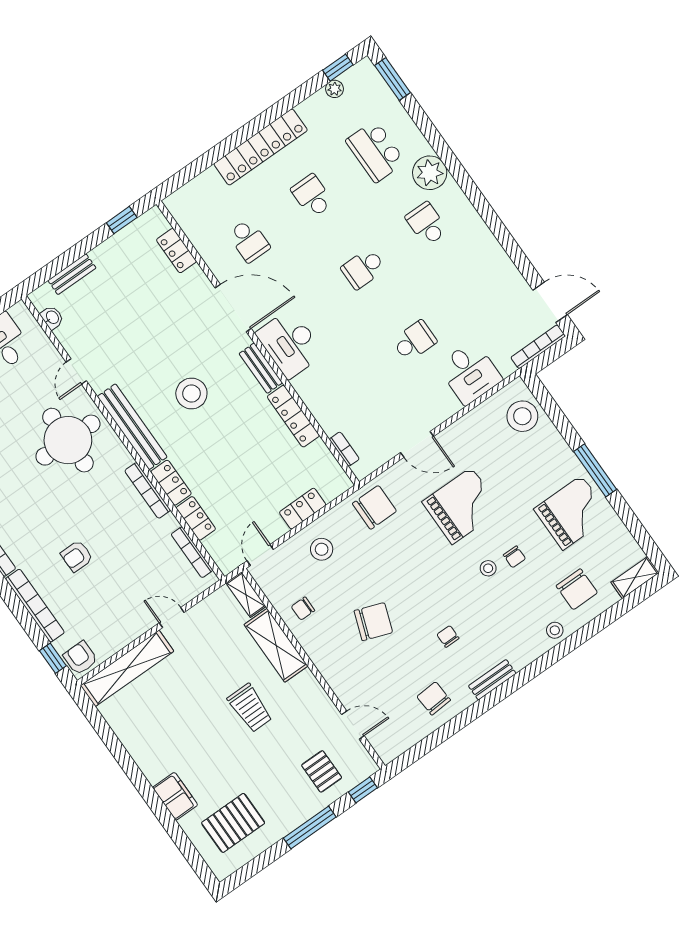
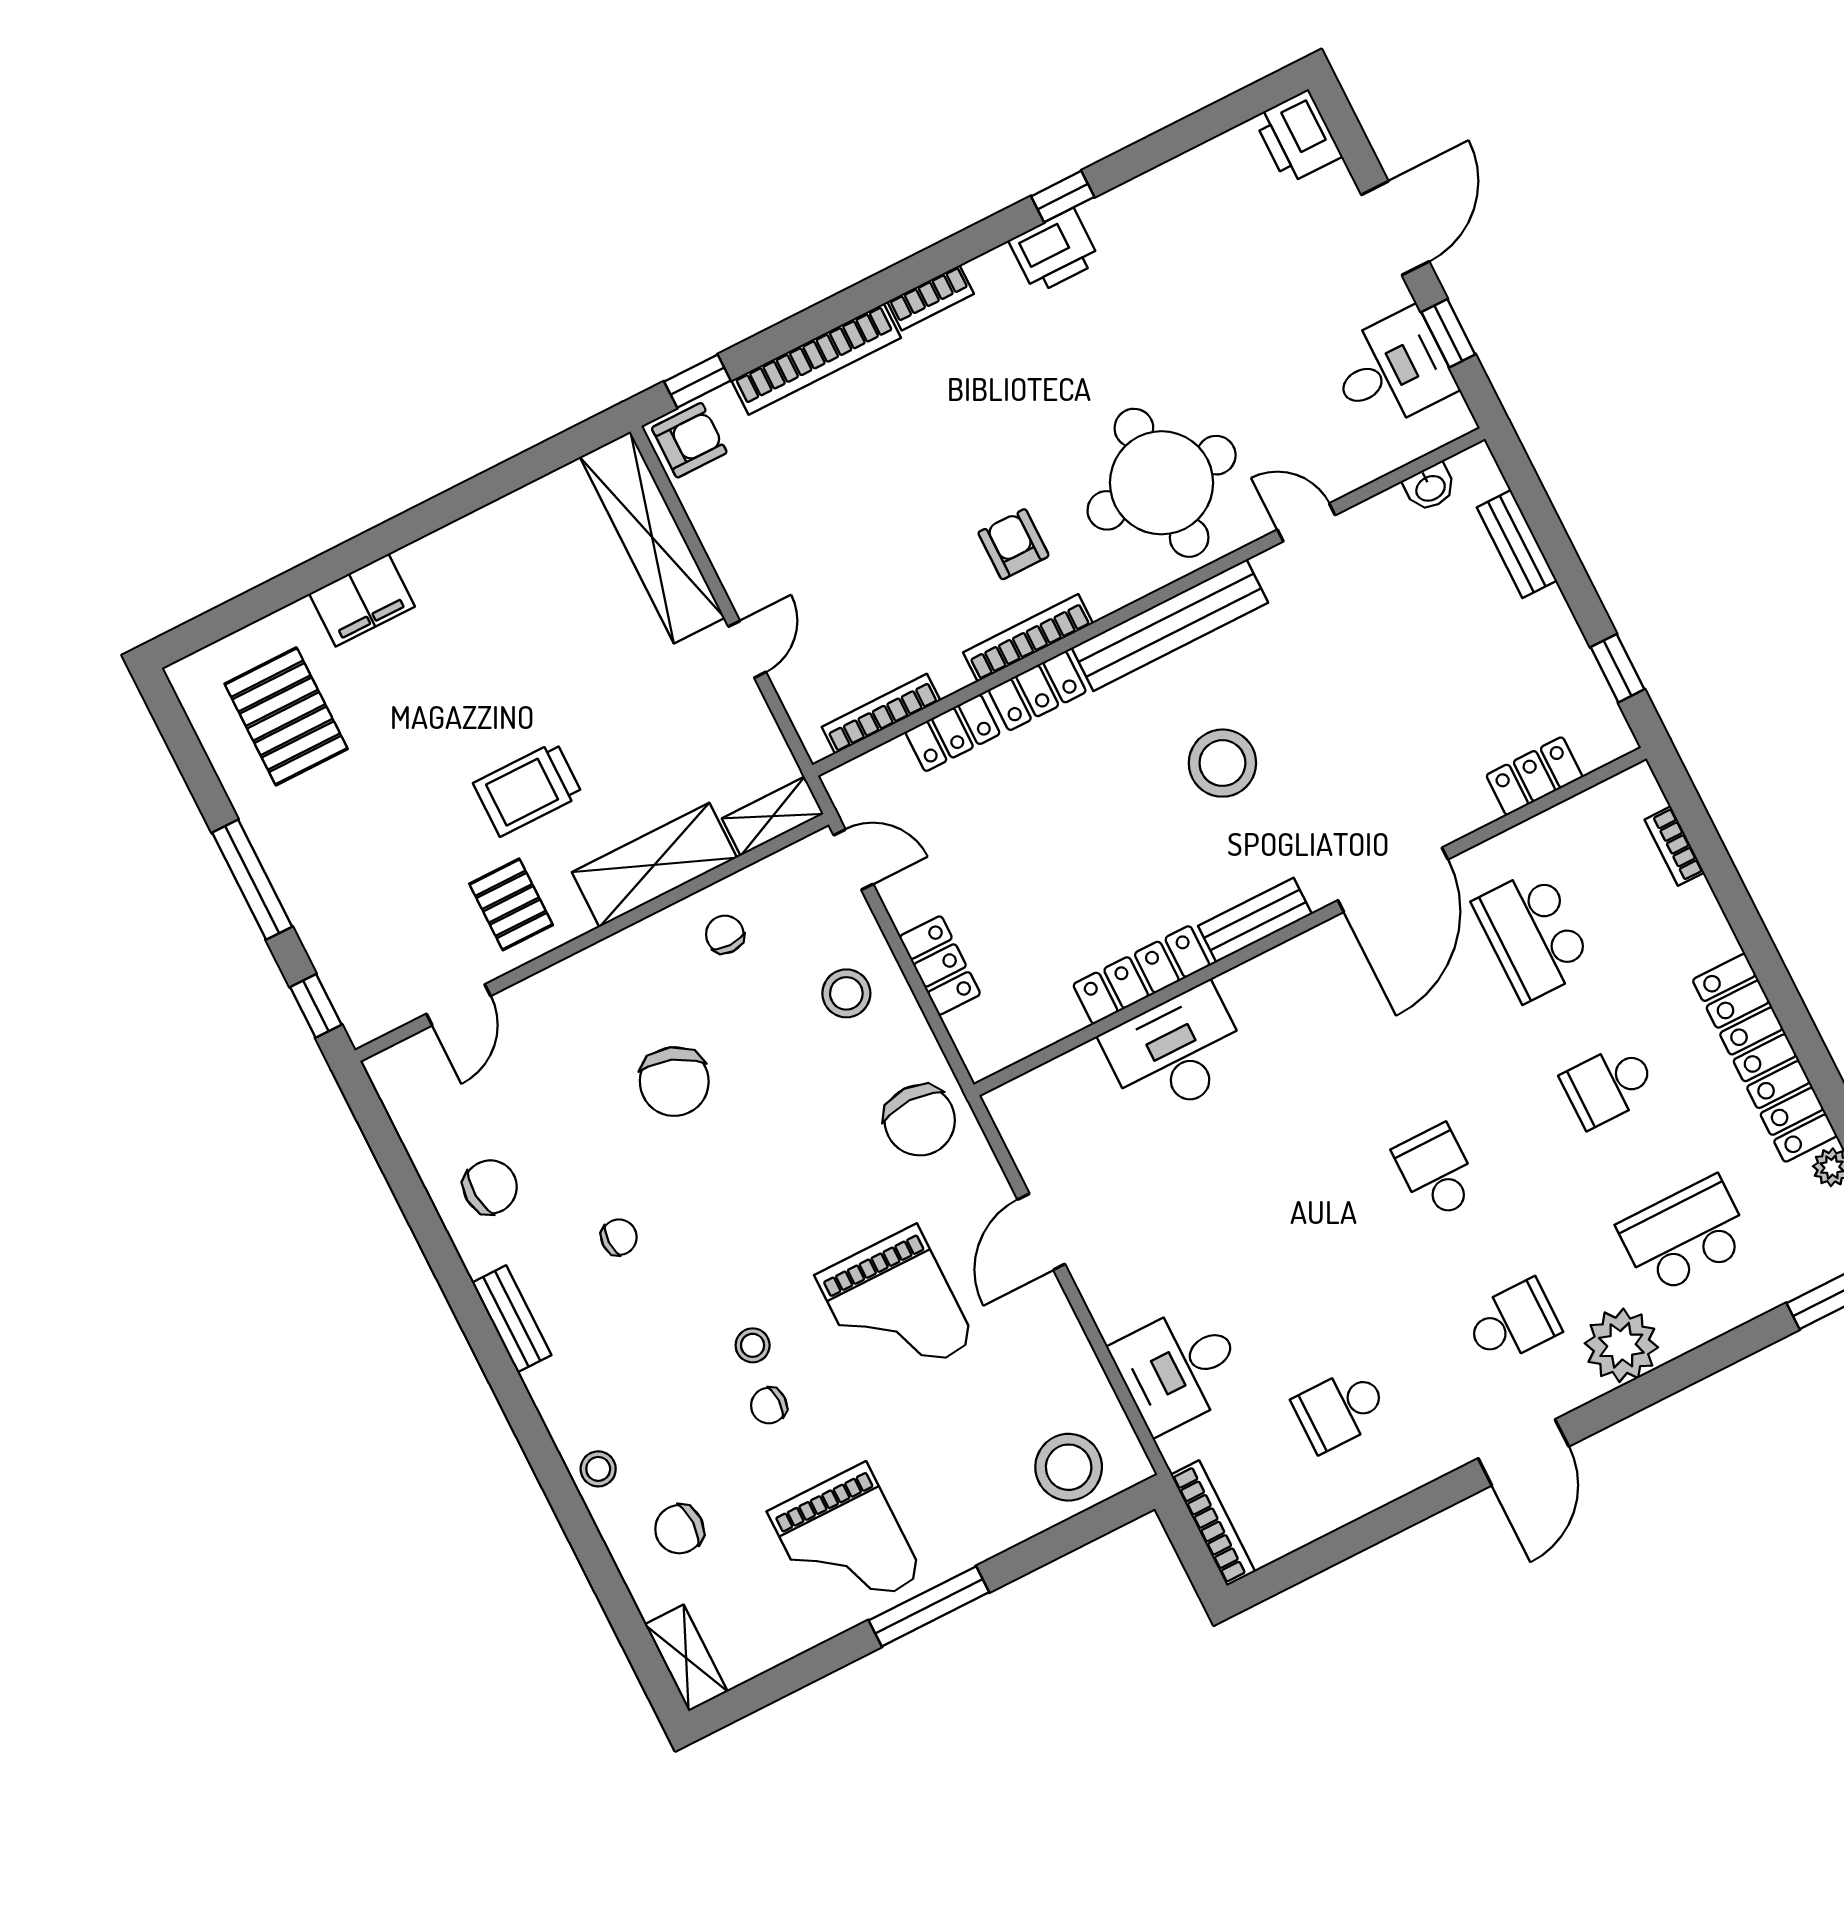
locker: (261, 147) -> (1765, 1058), moved
school desk: (312, 196) -> (1609, 1085), turned 180
school desk: (249, 241) -> (1533, 935), width x1.85
door: (550, 302) -> (1523, 1452), moved
school desk: (414, 341) -> (1340, 1409), moved, turned 90
desk: (290, 344) -> (1176, 1052), moved
bookcase: (344, 449) -> (1674, 846), moved, turned 90
armchair: (77, 556) -> (1013, 544), moved
chair: (577, 589) -> (679, 1529), width x0.73, depth x0.73
pallet: (322, 771) -> (511, 904), moved, turned 90

